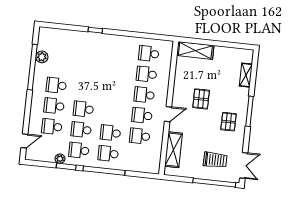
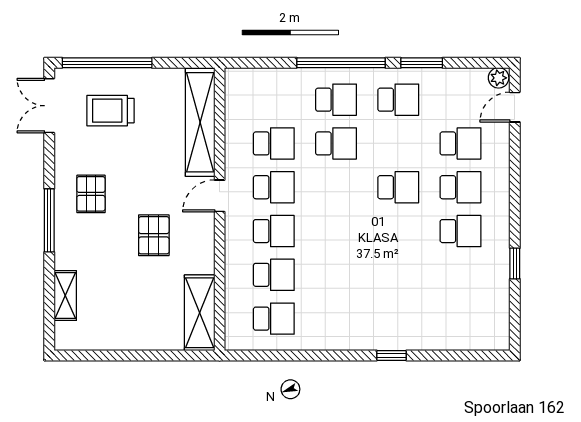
shelving: (195, 51) -> (200, 313), moved, turned 90
plant: (42, 57) -> (497, 287), removed
window: (32, 67) -> (515, 264), width x0.32
school desk: (81, 130) -> (398, 143), removed
shelving: (173, 150) -> (200, 122), width x1.47
plant: (60, 159) -> (499, 78), moved

